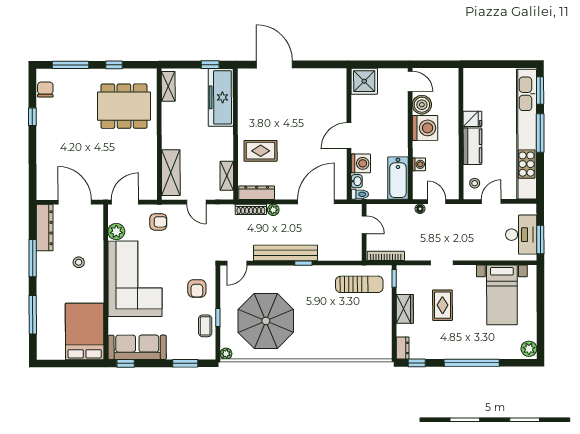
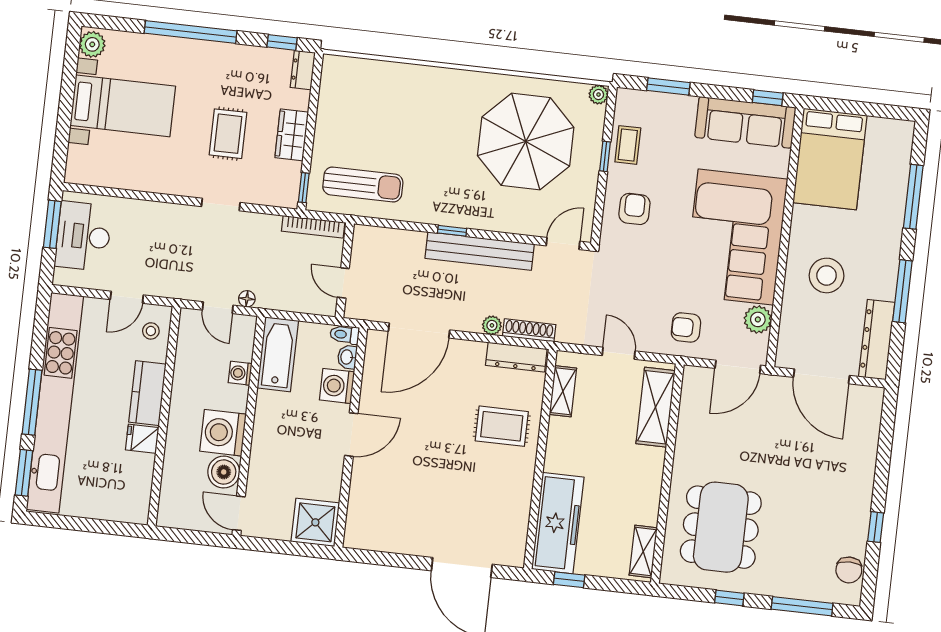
dining table: (124, 106) -> (721, 527), turned 90
stool: (79, 262) -> (827, 275), width x1.89, depth x1.89
sun lounger: (359, 284) -> (363, 184), turned 180
bed with nightstands: (502, 295) -> (123, 106), moved, turned 90

